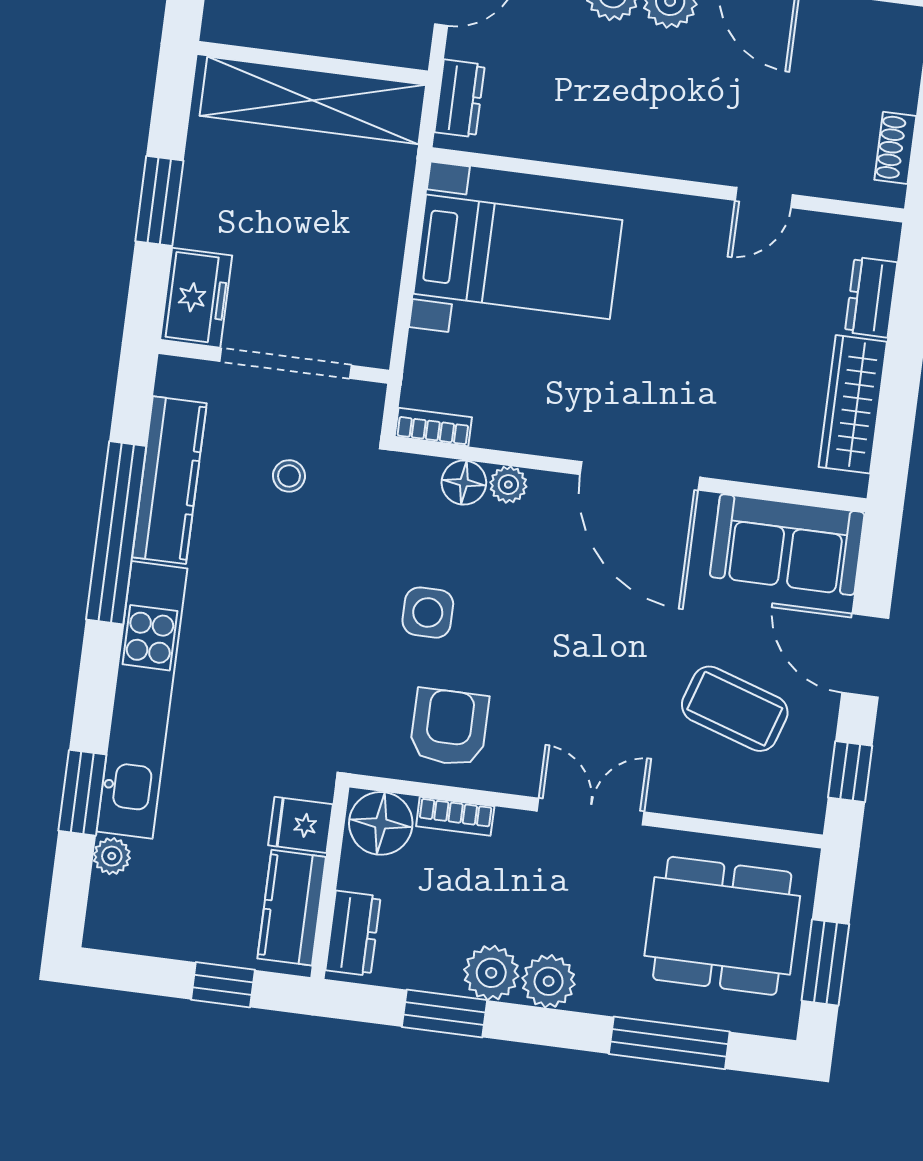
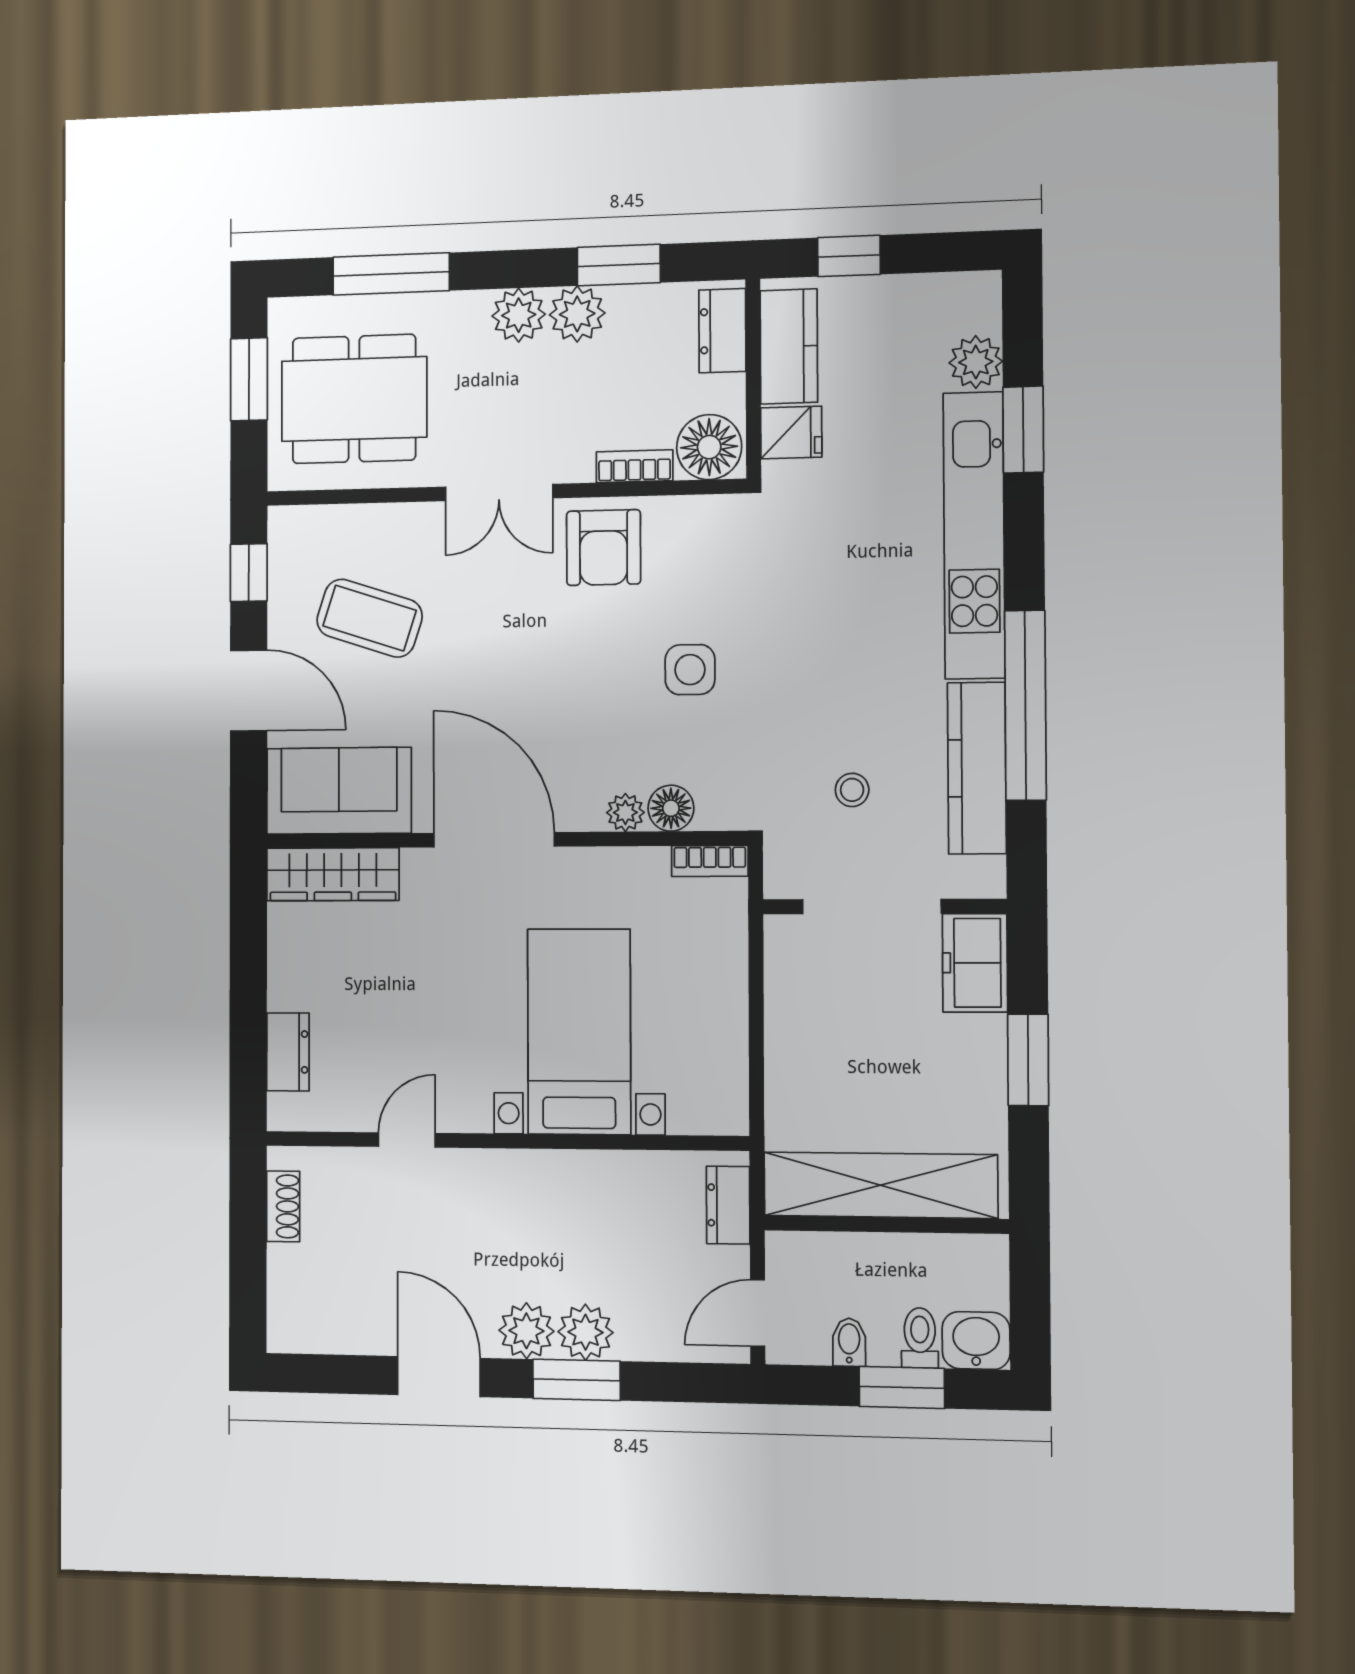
bed with nightstands: (518, 257) -> (579, 1032), moved, turned 90
wardrobe: (853, 404) -> (333, 874), moved, turned 90
armchair: (449, 727) -> (604, 548), moved
plant: (112, 856) -> (976, 362), width x1.38, depth x1.38

